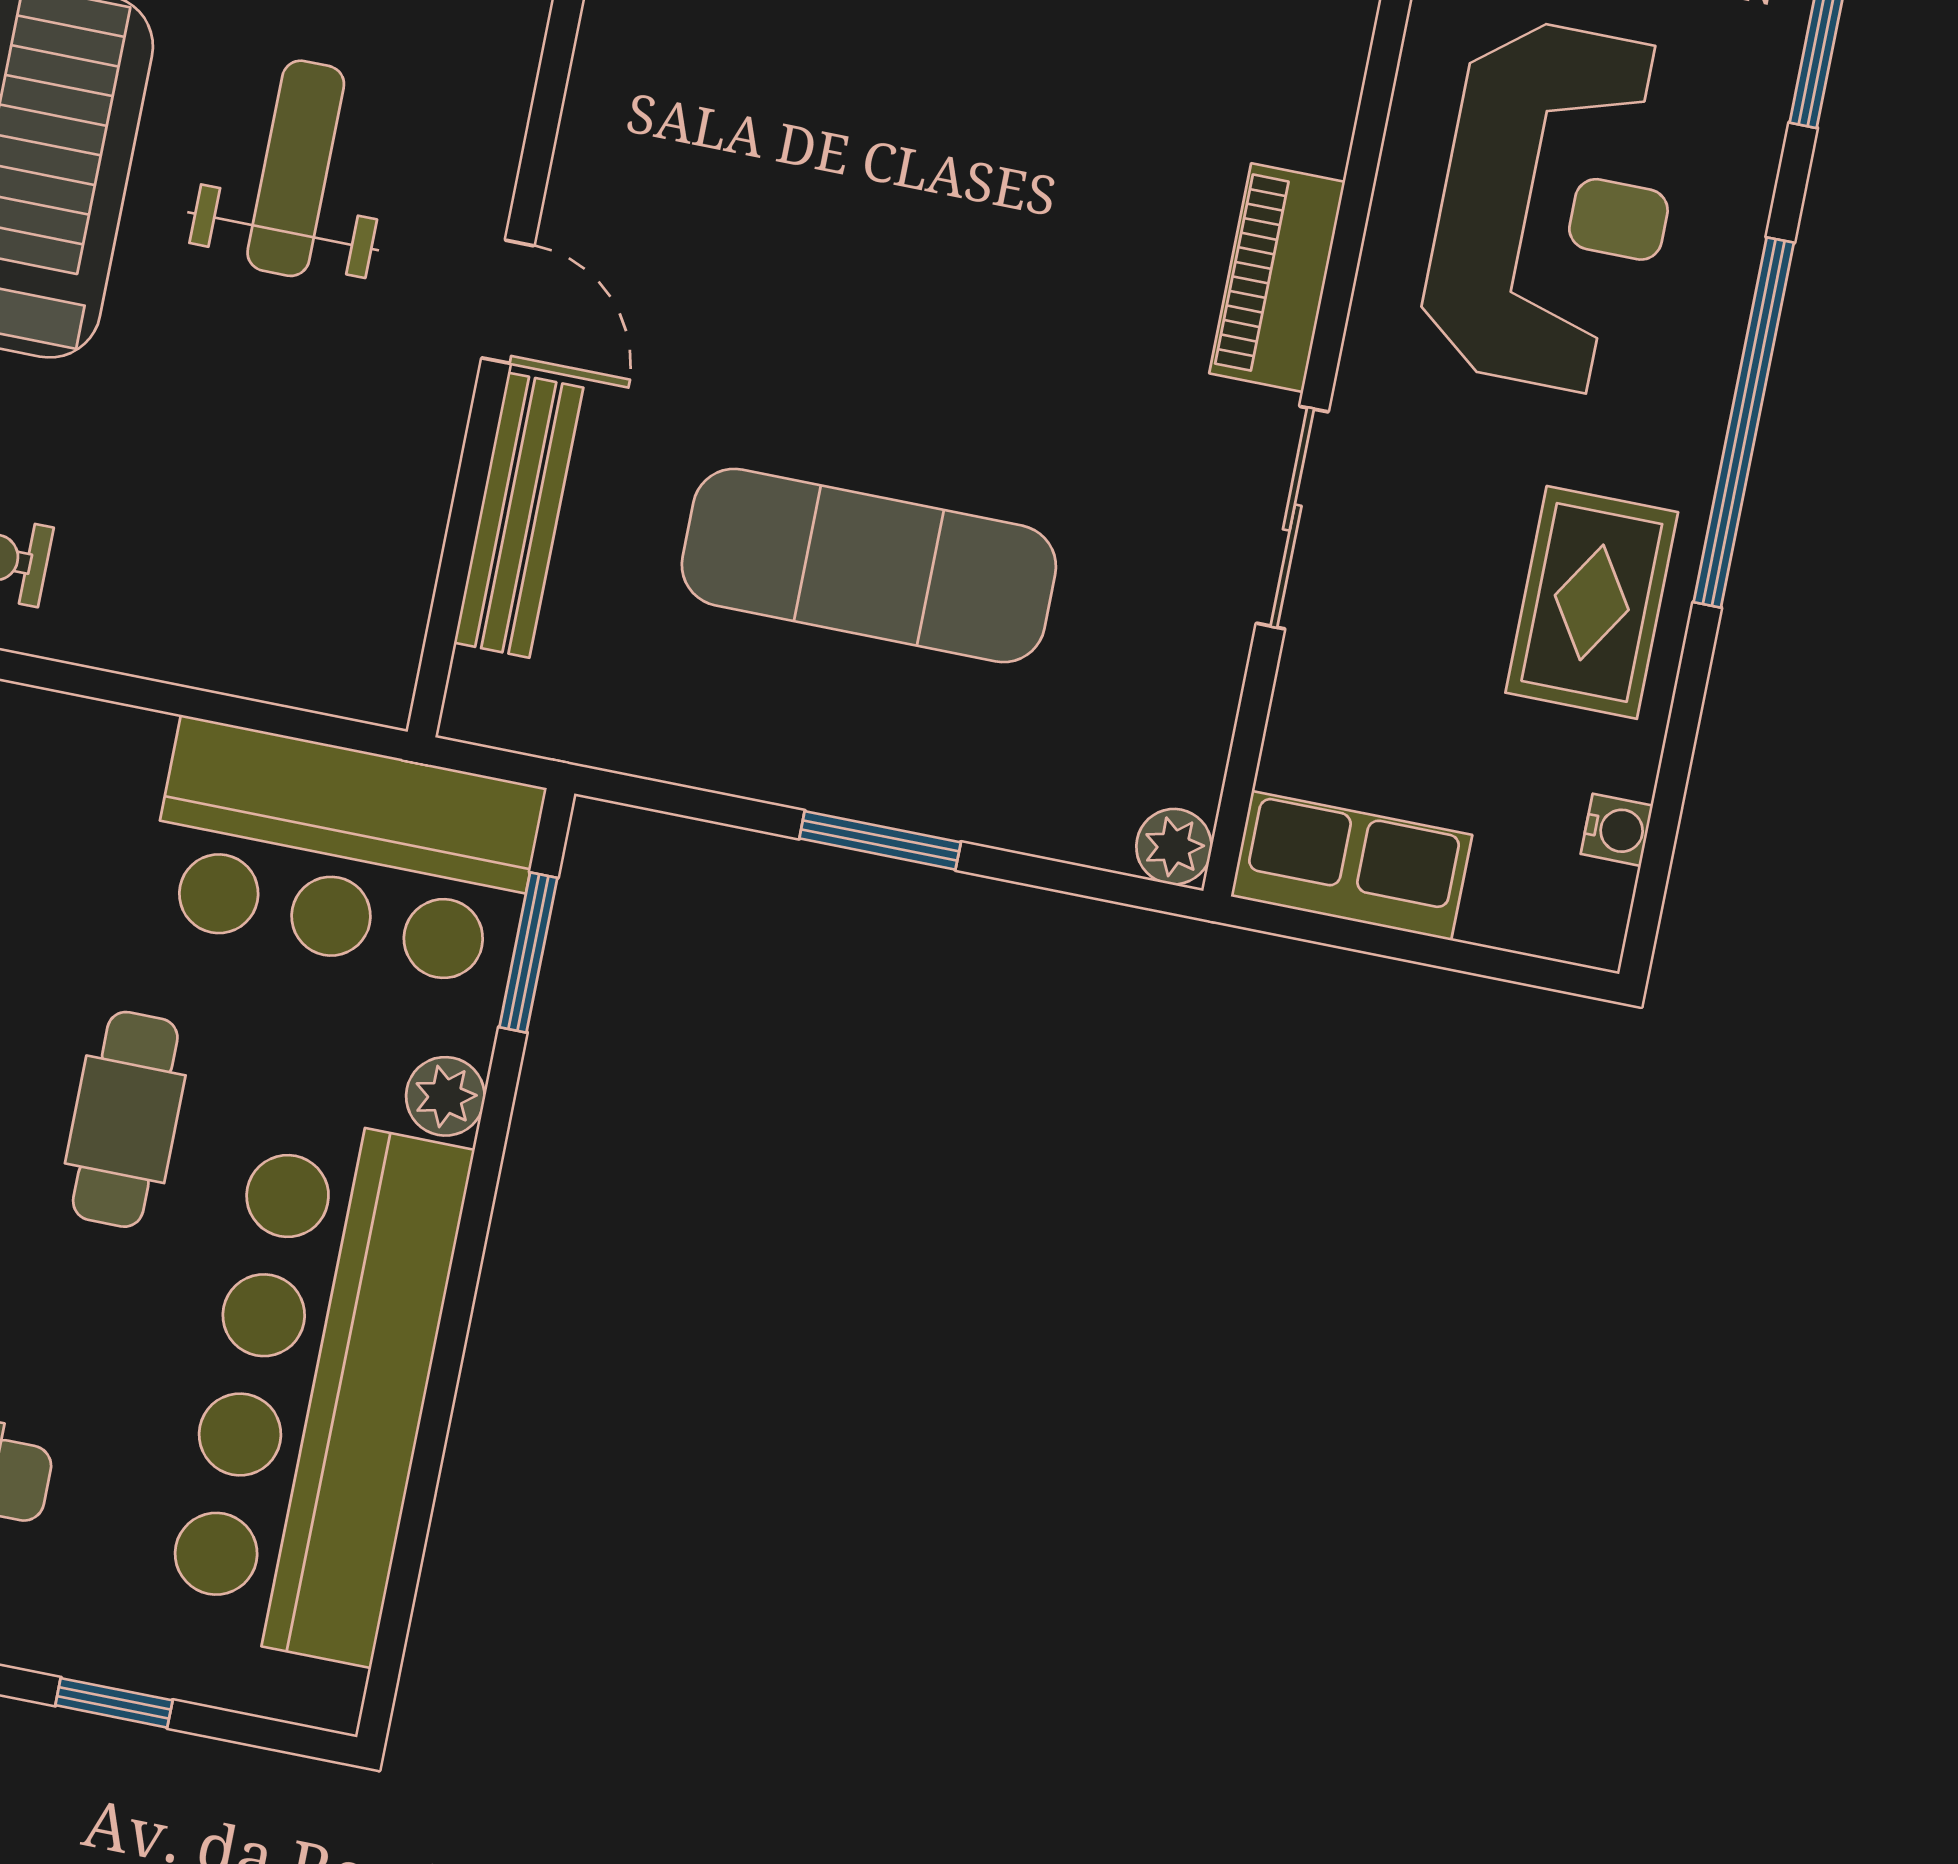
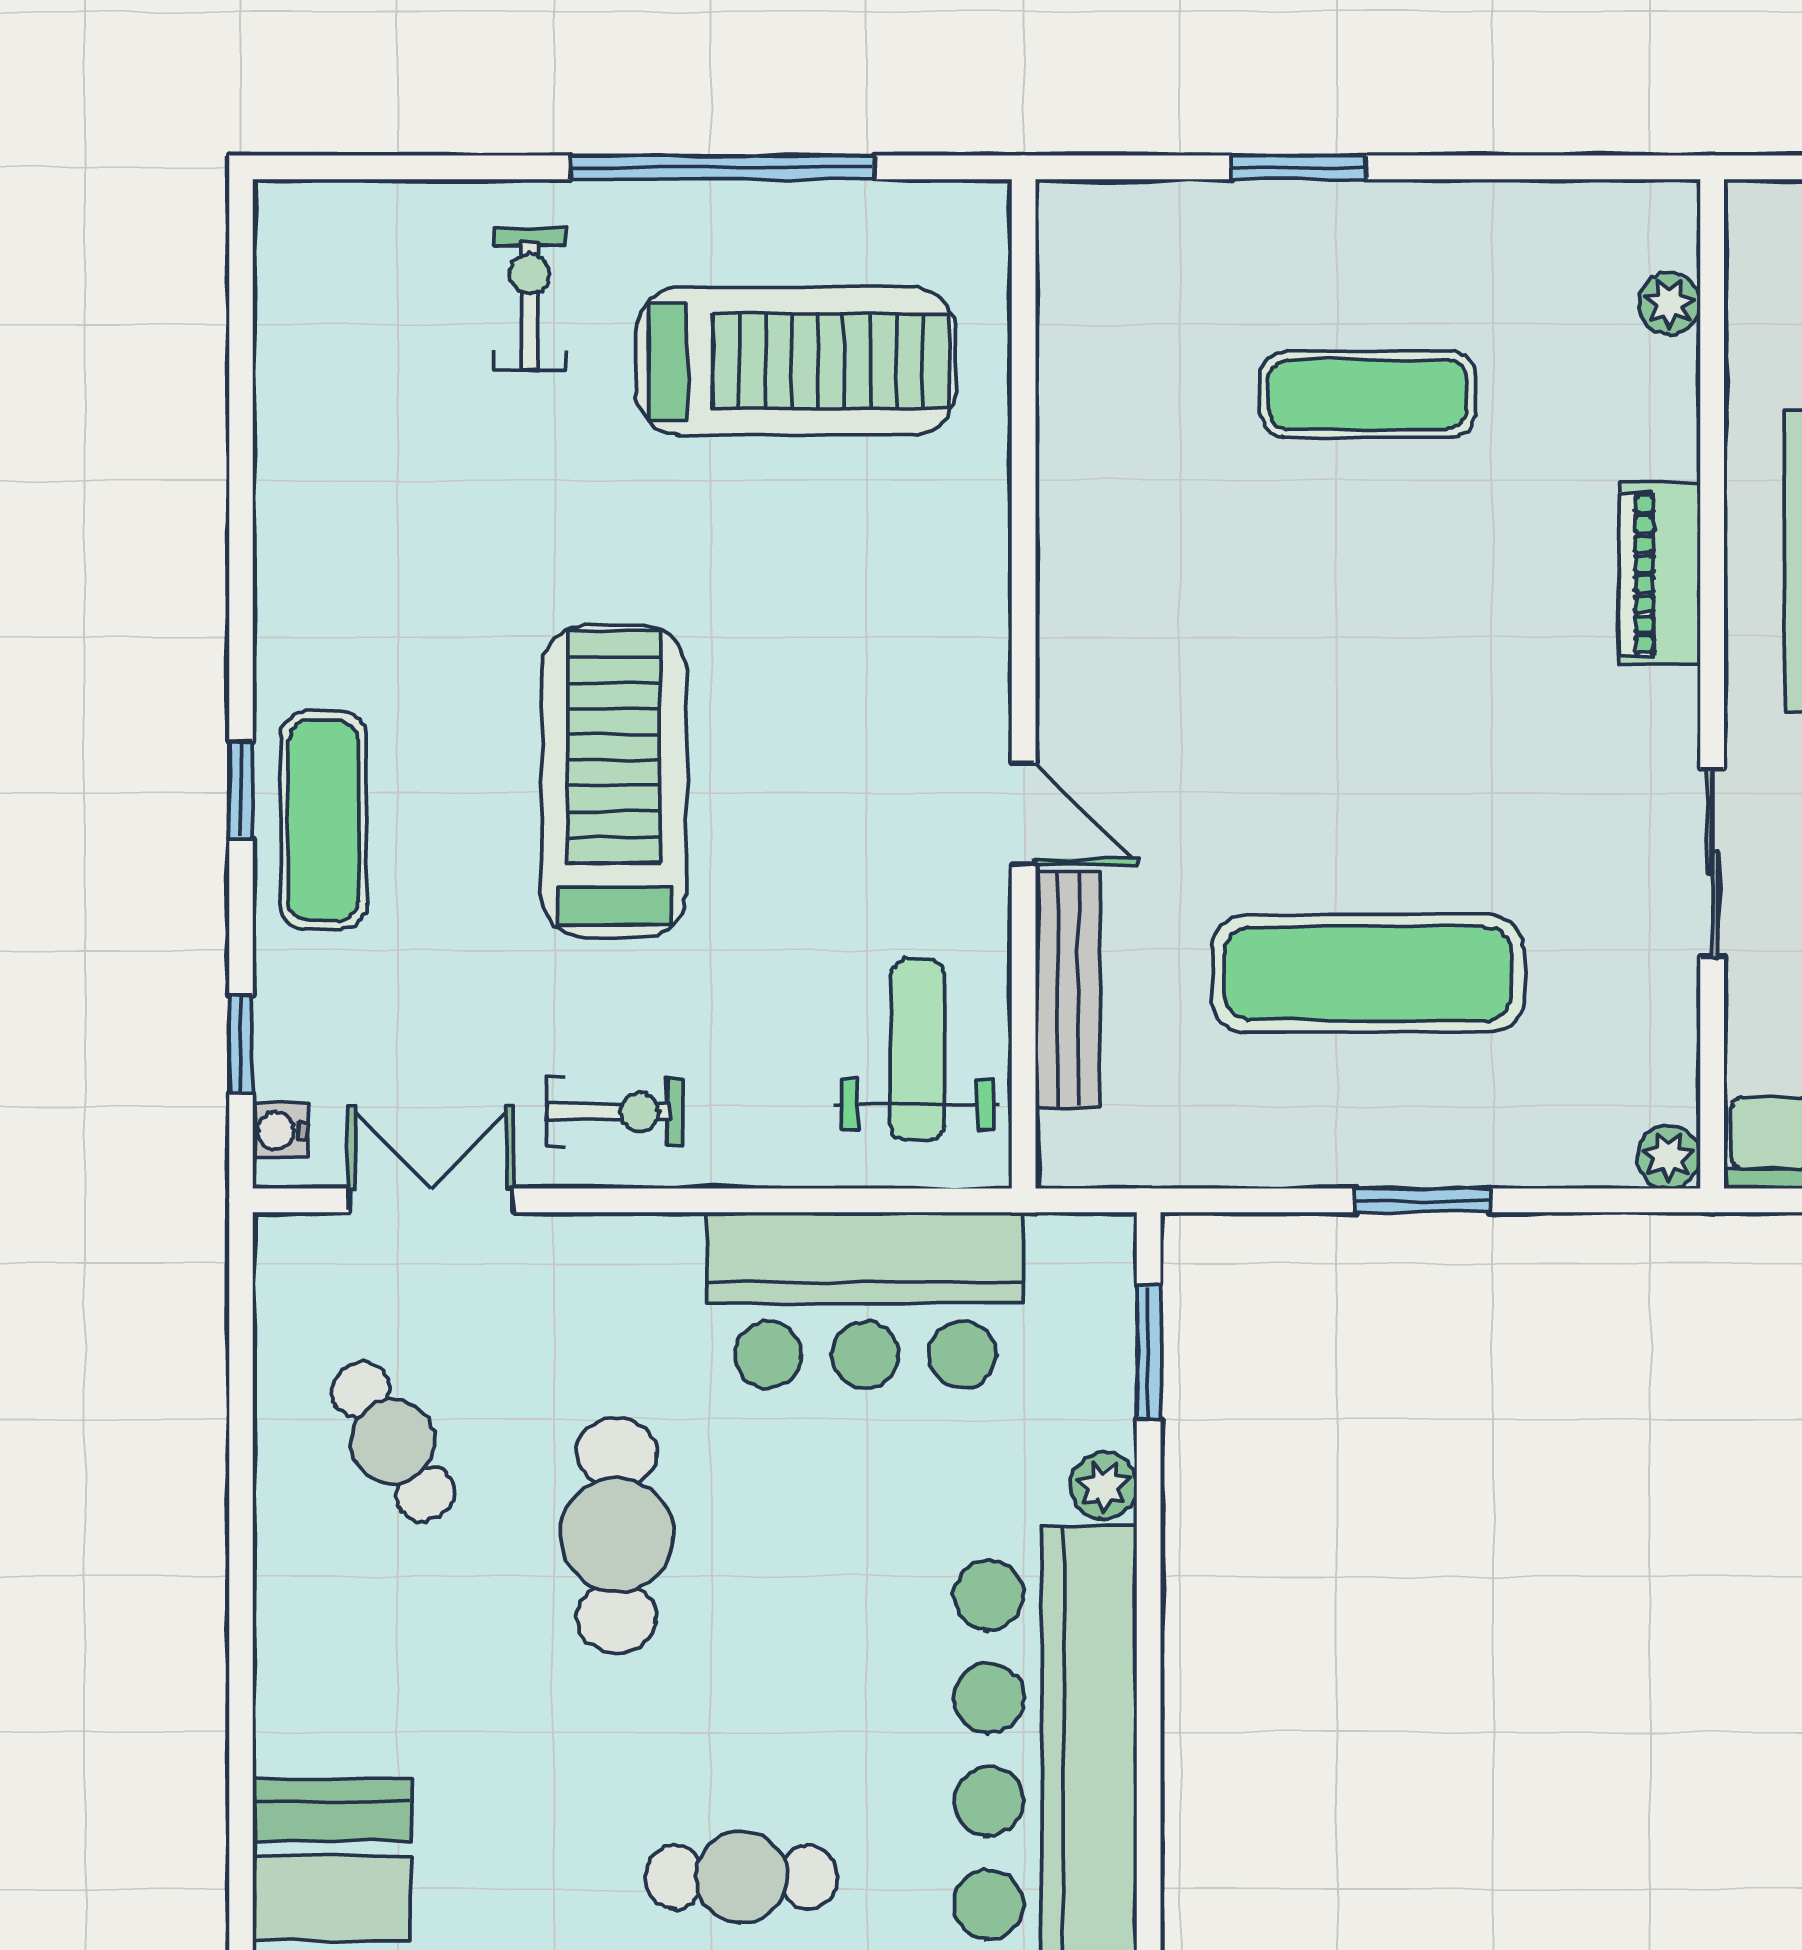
weight bench: (296, 168) -> (918, 1050), moved
piano: (1277, 278) -> (1660, 574), moved
bar counter: (344, 853) -> (865, 1300), moved
cafe table: (125, 1119) -> (841, 1558), removed

